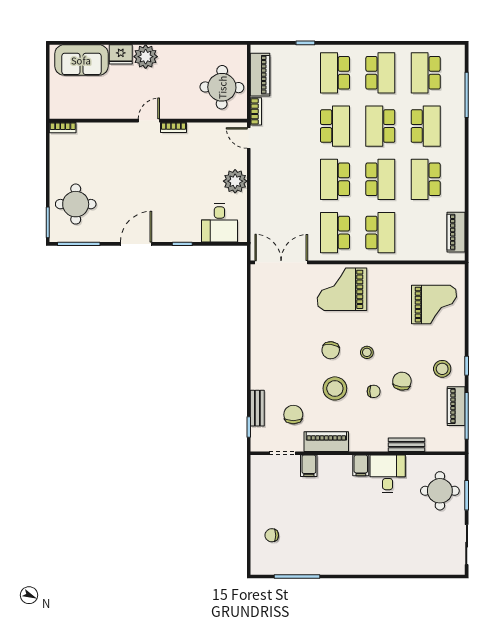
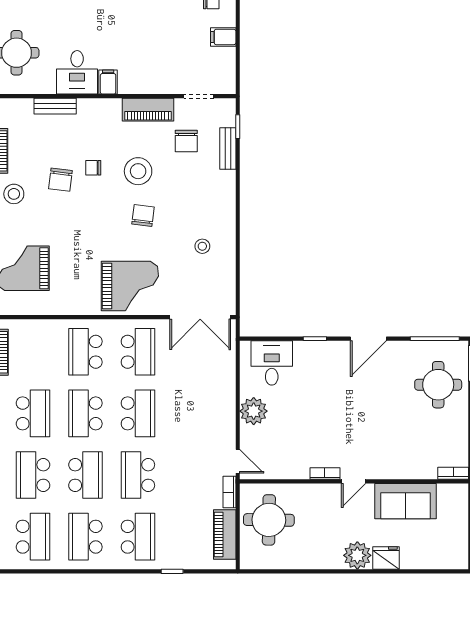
sofa: (81, 60) -> (405, 501), moved, turned 180
stool: (367, 352) -> (202, 246), moved
filing cabinet: (309, 466) -> (223, 37), moved, turned -90

